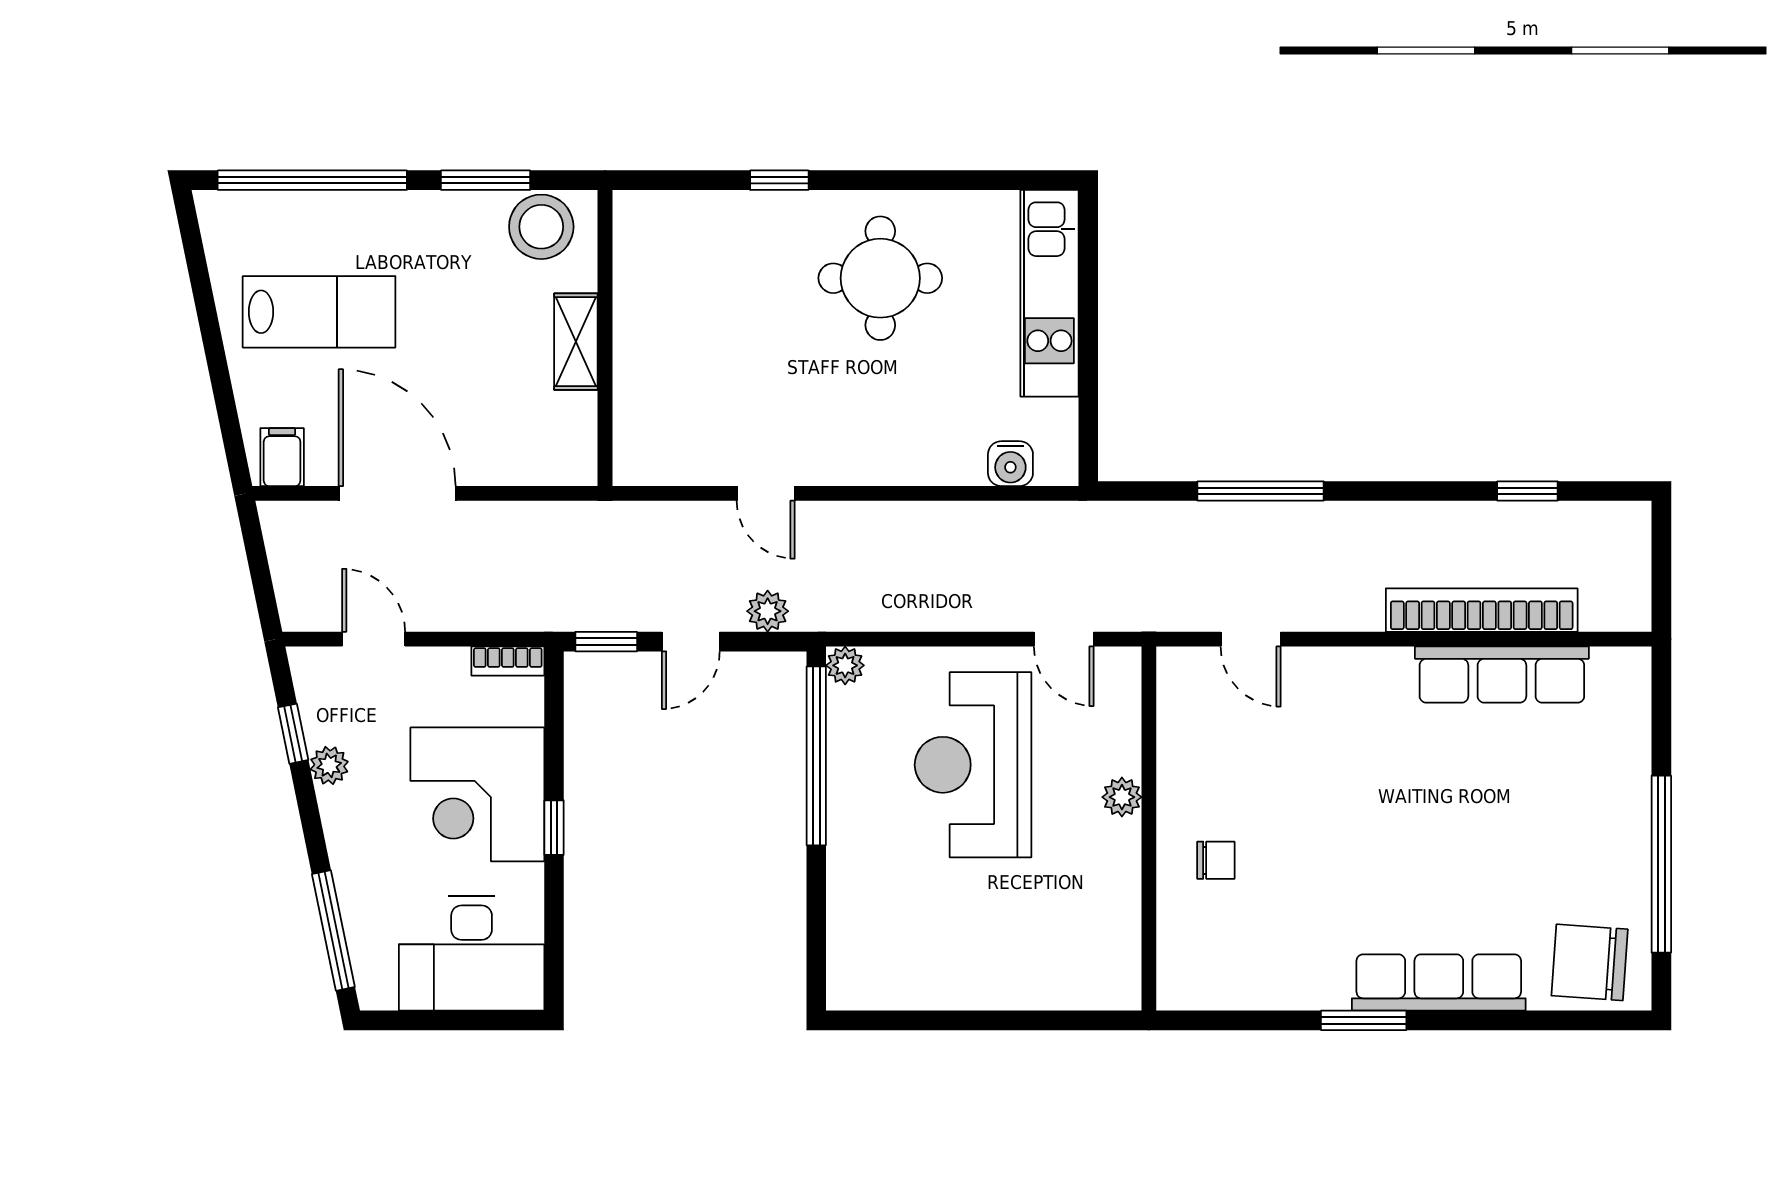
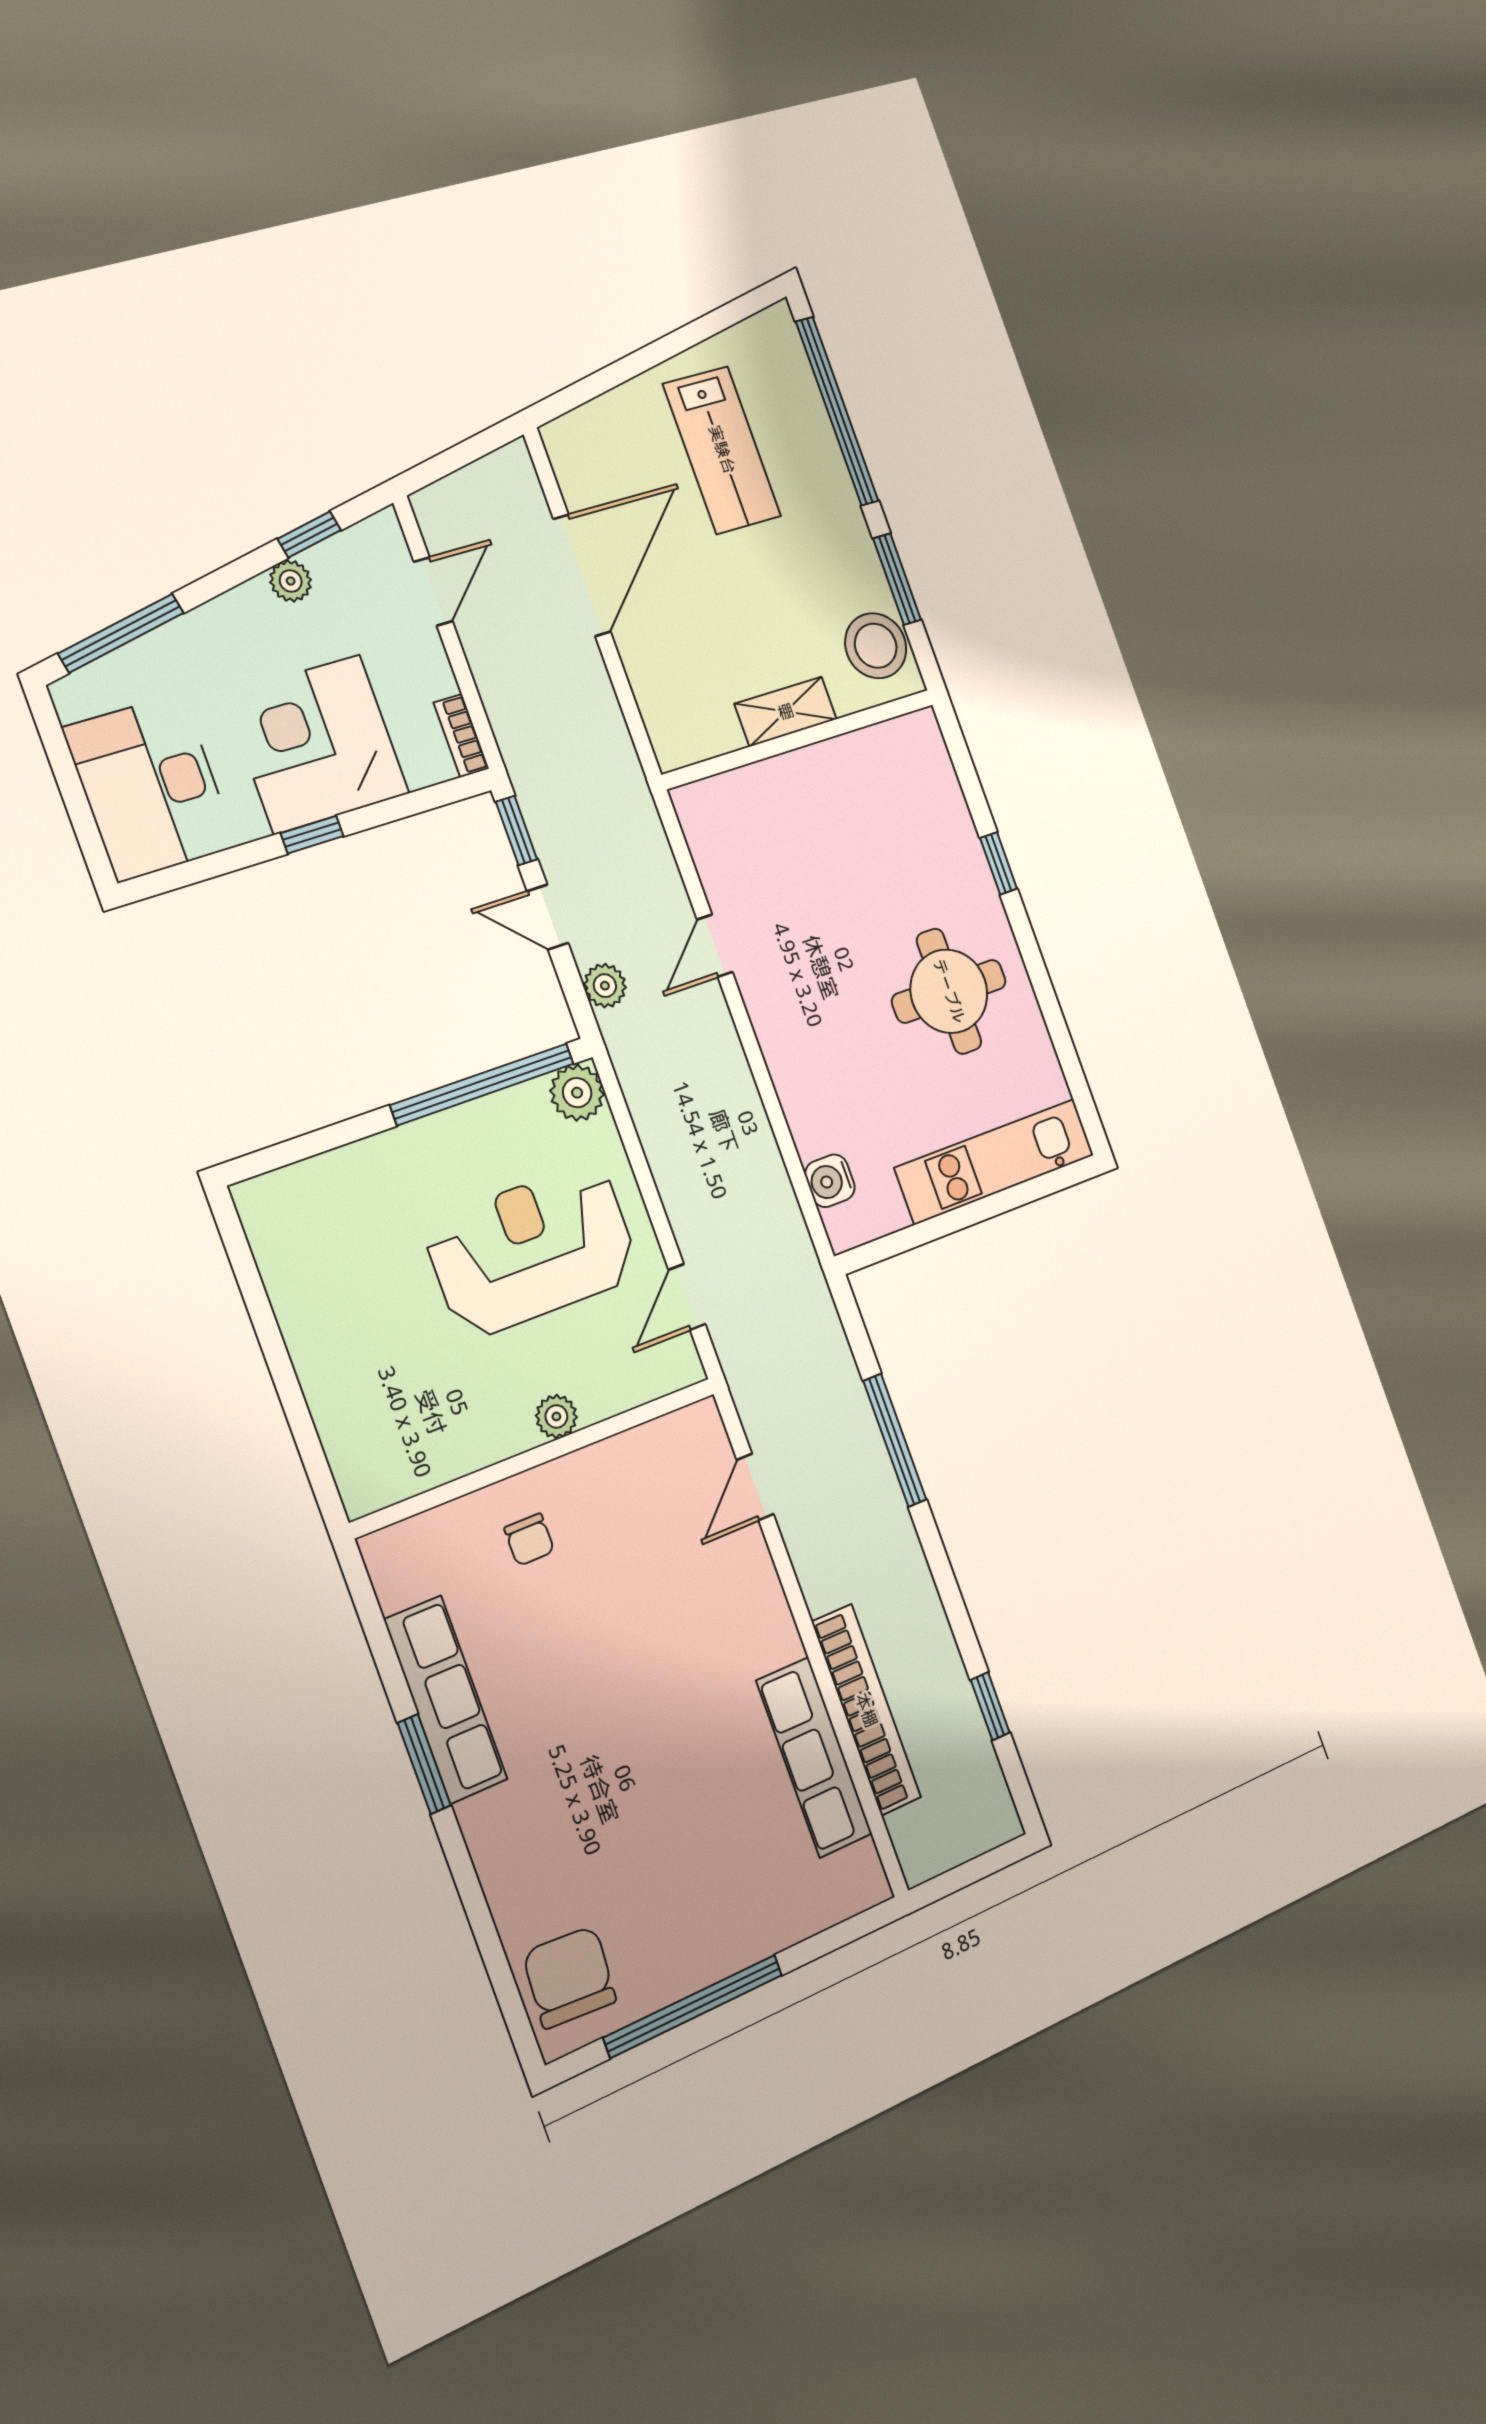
filing cabinet: (282, 457) -> (575, 450), removed
plant: (845, 665) -> (577, 1093), width x1.38, depth x1.38
row of seats: (1439, 983) -> (446, 1699), moved

